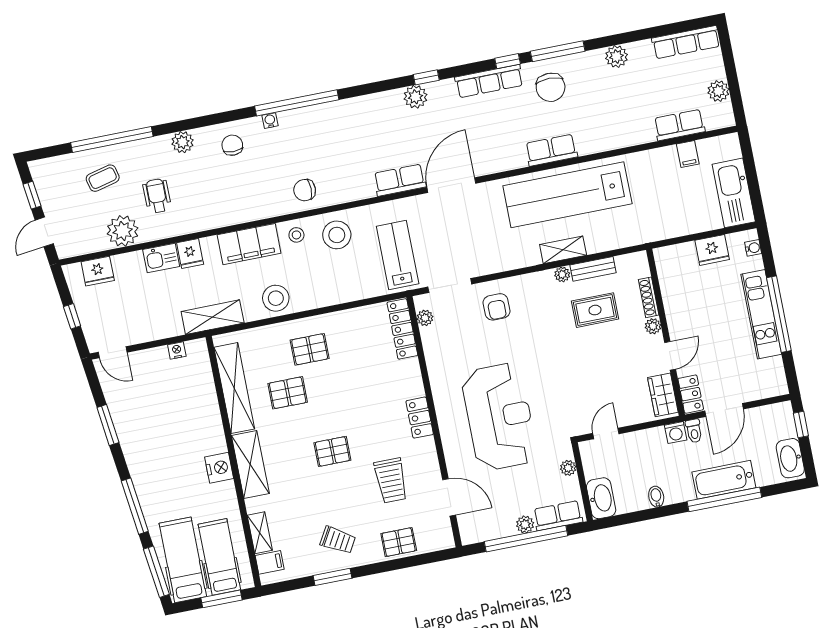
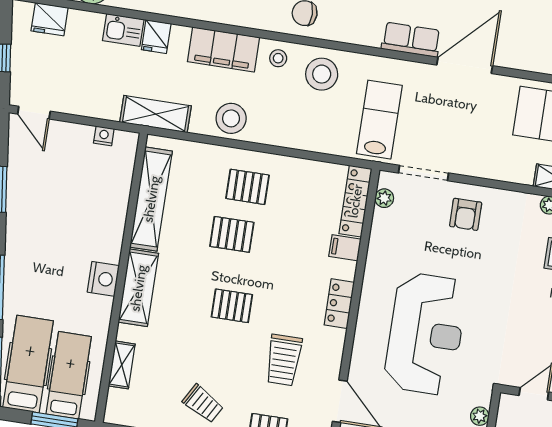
pallet: (288, 393) -> (232, 234), moved
filing cabinet: (270, 562) -> (345, 248), moved, turned 180

